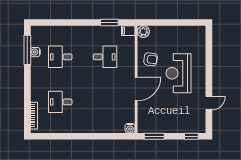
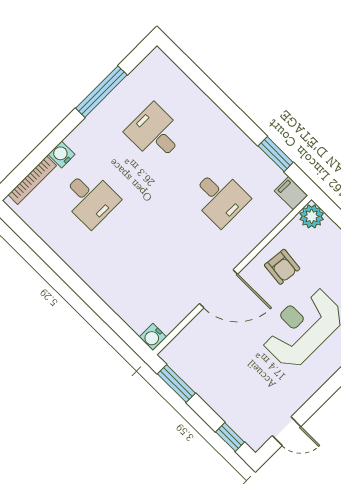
window: (27, 50) -> (101, 92), moved
water cooler: (35, 52) -> (61, 154), moved
desk: (60, 102) -> (90, 198), turned 180
door: (209, 103) -> (287, 431), moved

